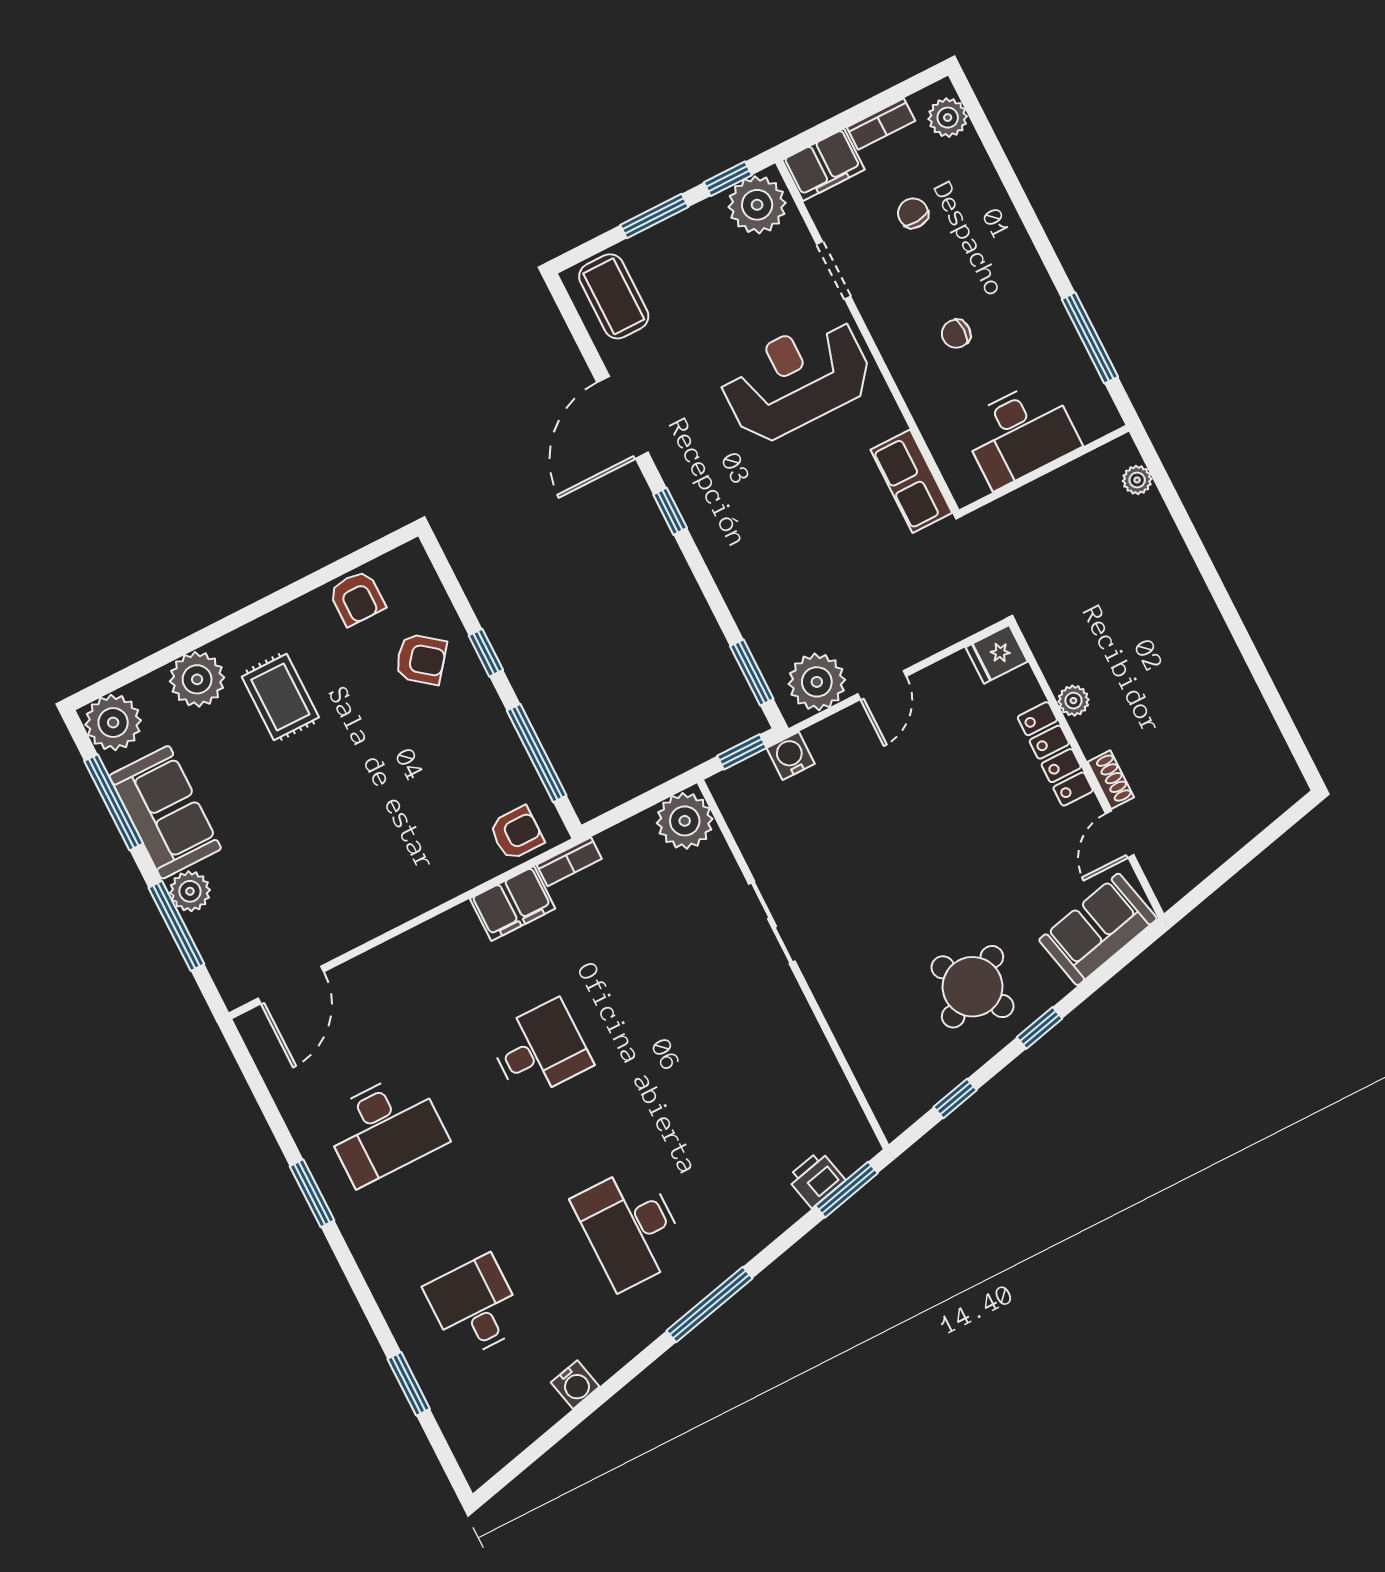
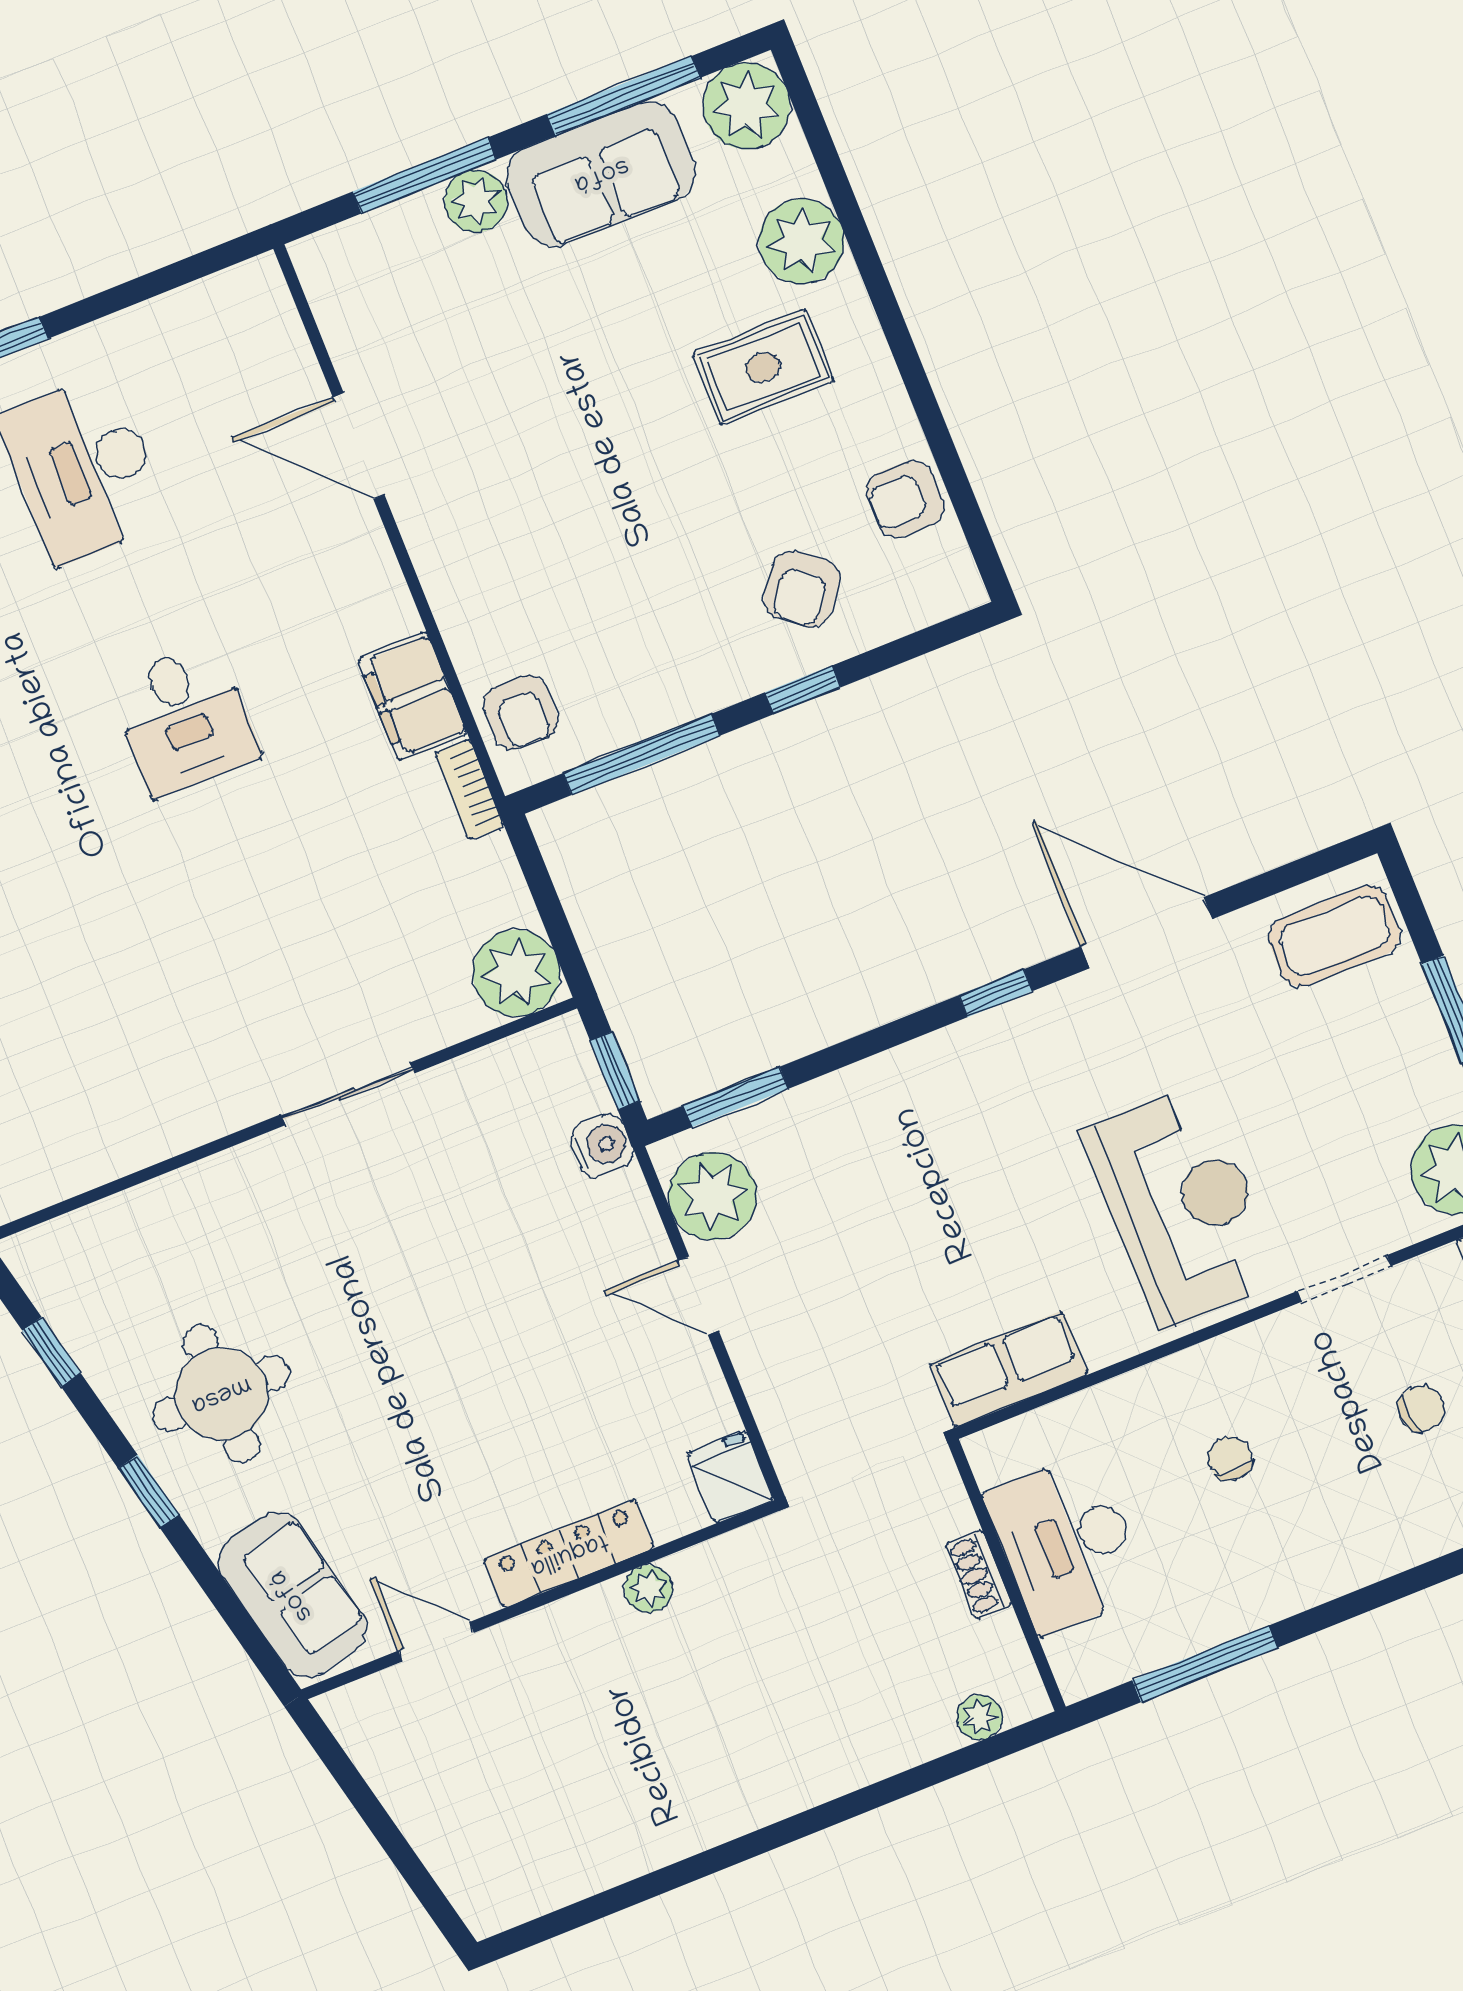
shoe rack: (1111, 780) -> (979, 1574), moved, turned 90
door: (291, 985) -> (359, 446), moved
round table: (973, 987) -> (221, 1394), turned 30

